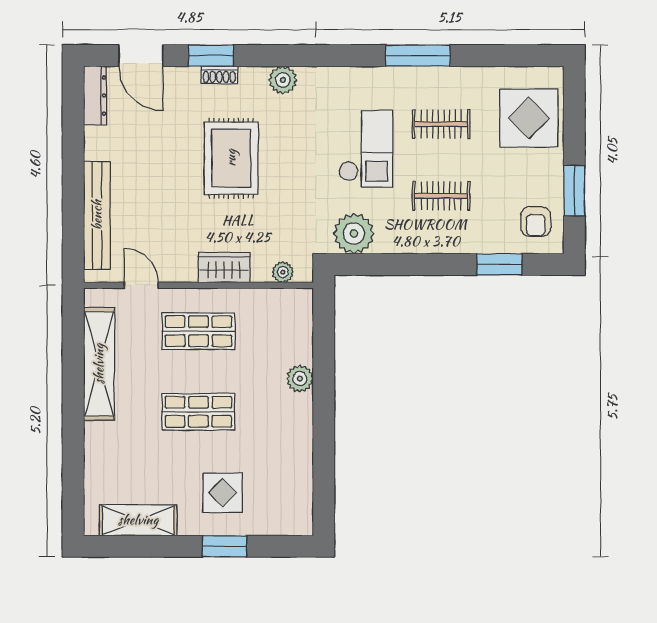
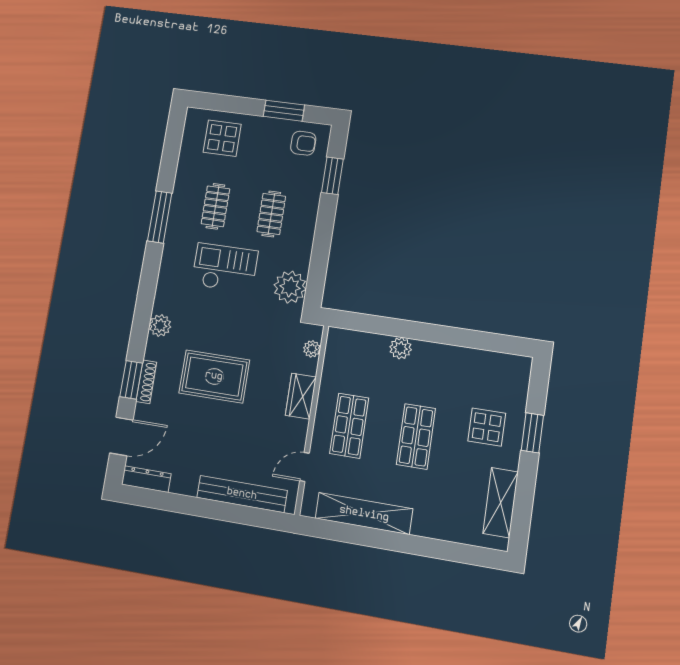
shoe rack: (219, 75) -> (146, 382), width x1.43
display table: (529, 118) -> (222, 138), width x0.73, depth x0.73

